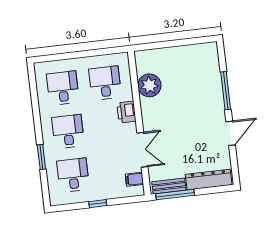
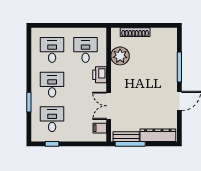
shoe rack: (165, 53) -> (135, 32), added
double door: (142, 150) -> (109, 106), swing flipped
window: (98, 204) -> (52, 144), moved

